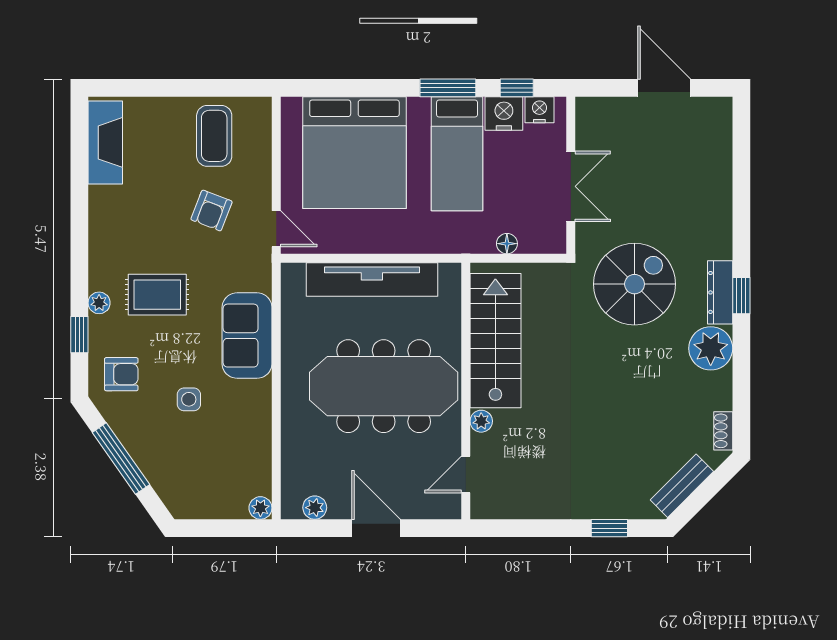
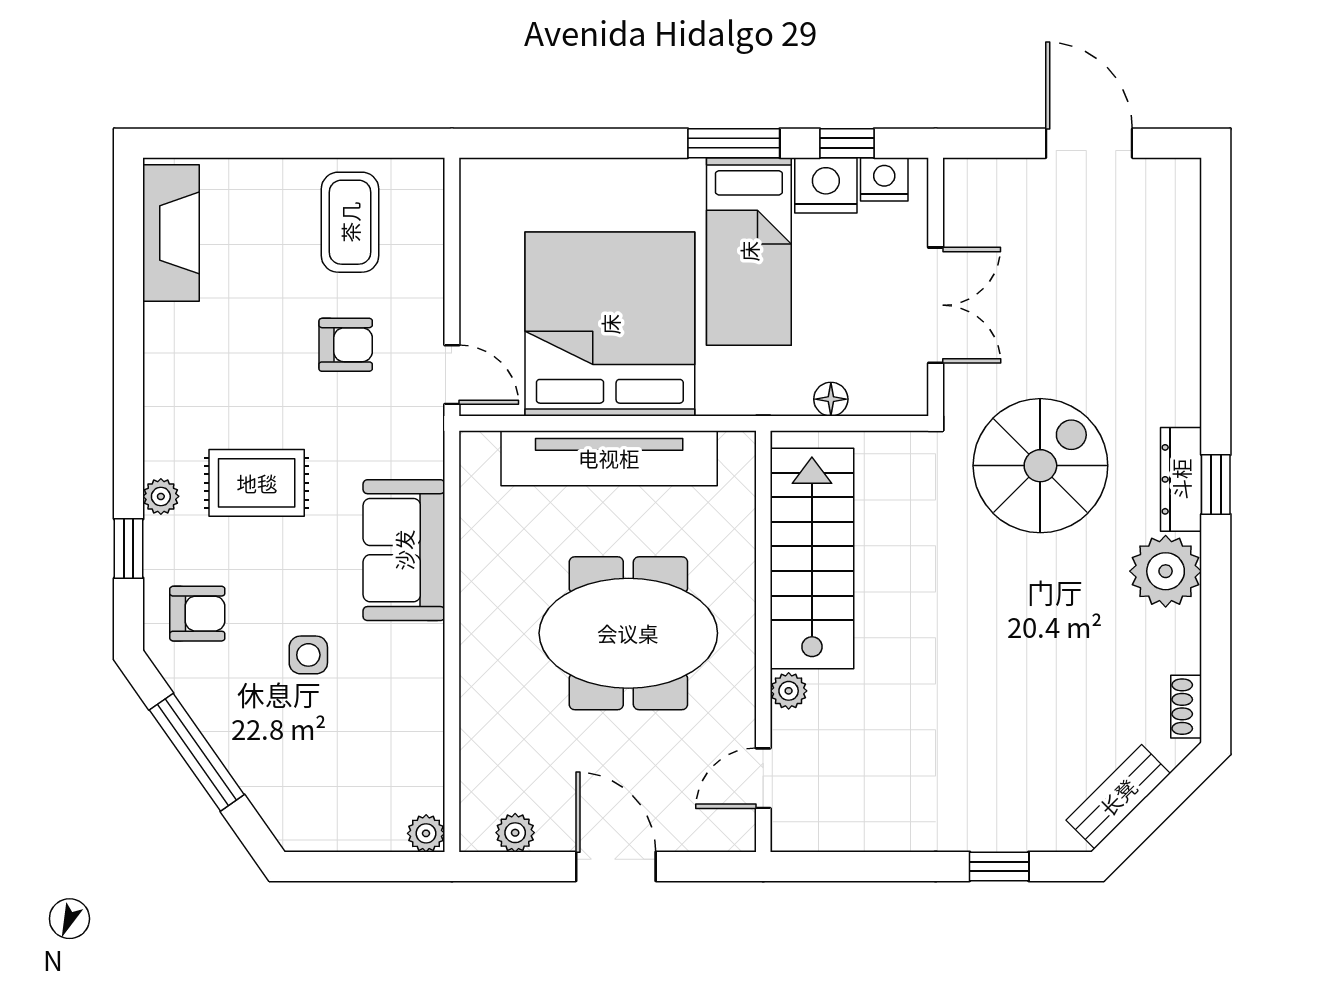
bed: (354, 153) -> (610, 324), moved, turned 180
armchair: (212, 211) -> (346, 345), turned -111
meeting table: (384, 386) -> (628, 633), width x0.73

